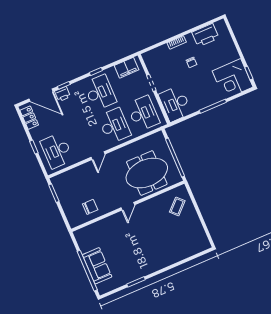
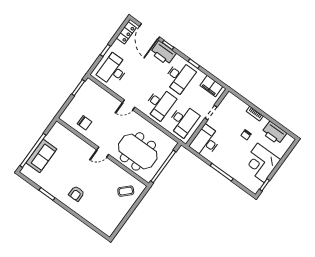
corner desk: (233, 79) -> (261, 163), moved
printer: (63, 94) -> (163, 53), width x1.87, depth x1.48
armchair: (152, 254) -> (76, 194), added

